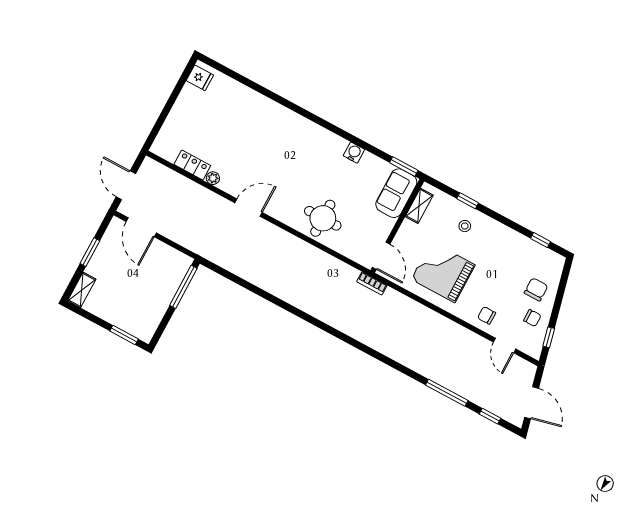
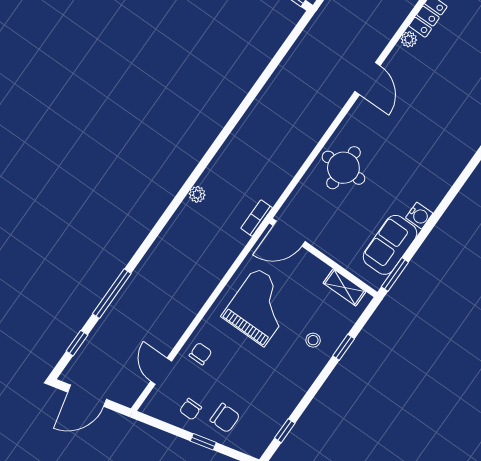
sofa: (396, 193) -> (390, 245), moved, turned -90
plant: (359, 334) -> (197, 194), added
window: (549, 337) -> (203, 442), moved
door: (505, 345) -> (161, 371), hinge flipped

